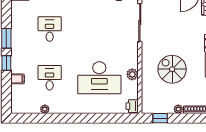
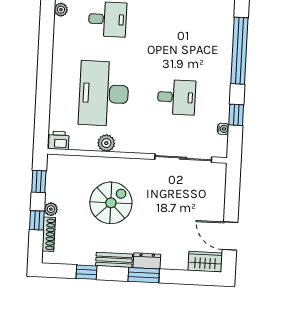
desk: (50, 29) -> (177, 97), moved
window: (186, 118) -> (37, 220), added

